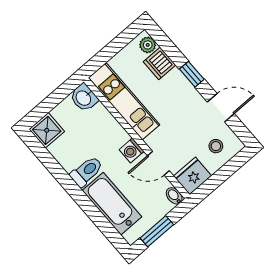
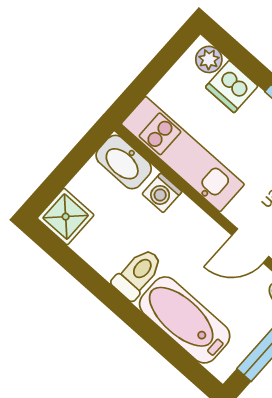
washbasin: (84, 98) -> (124, 162), width x1.38
washing machine: (132, 151) -> (162, 193), moved

